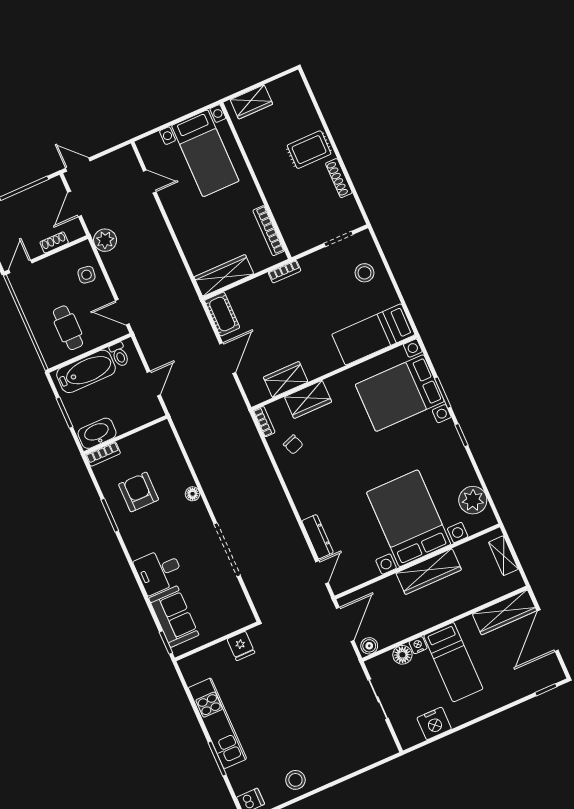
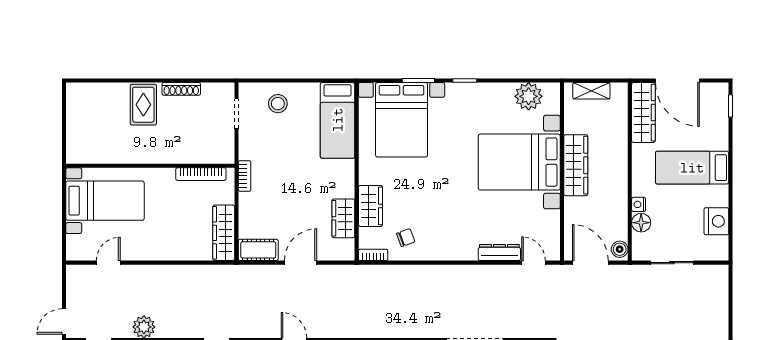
wardrobe: (251, 102) -> (77, 138), removed
door: (228, 358) -> (301, 263), hinge flipped
bed: (453, 662) -> (692, 168), moved, turned 180

